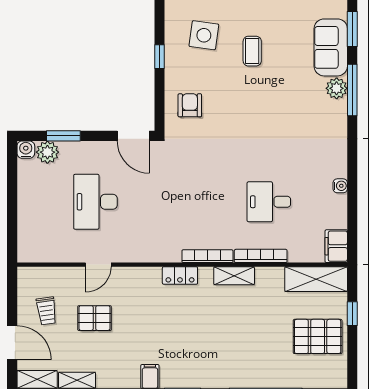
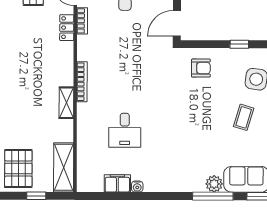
coffee table: (252, 51) -> (244, 117), turned -73
desk: (269, 202) -> (125, 130), turned 180
filing cabinet: (336, 246) -> (117, 183), moved
bookcase: (261, 256) -> (82, 21), moved, width x0.64
locker: (180, 275) -> (67, 28), moved

